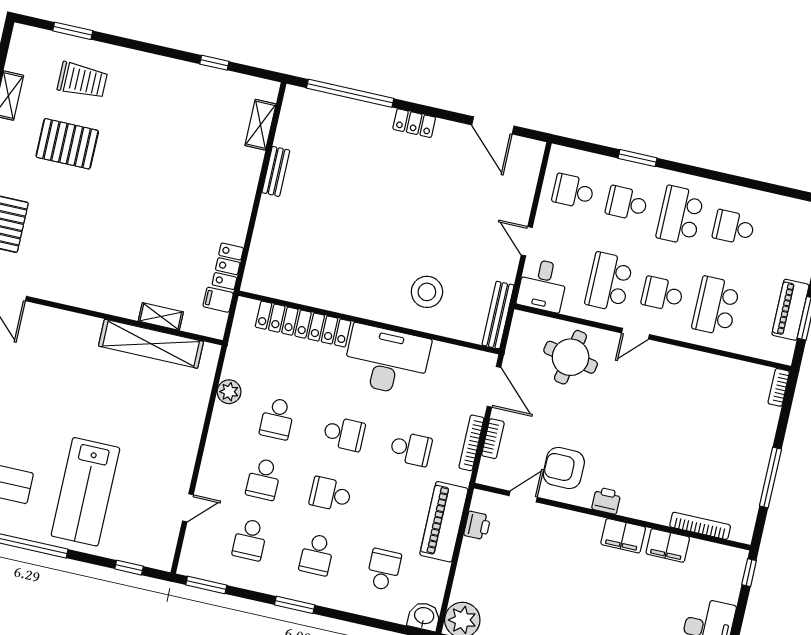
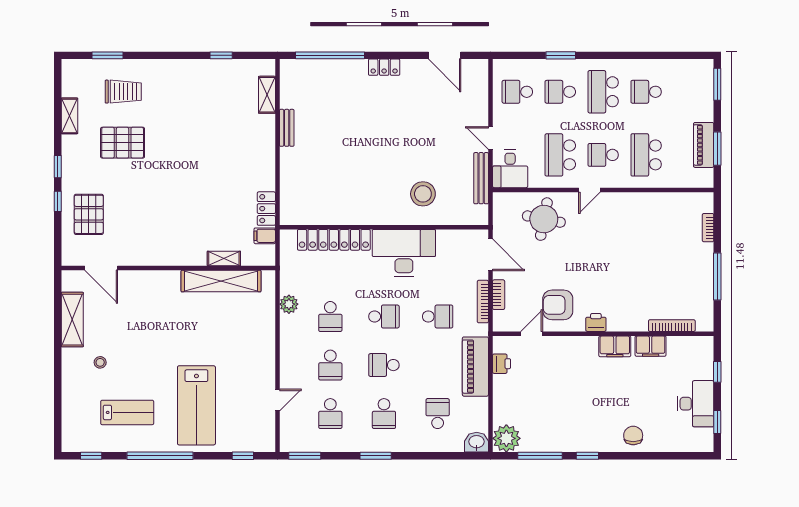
bench: (498, 315) -> (481, 178), moved
bookcase: (779, 387) -> (708, 228), moved
window: (749, 573) -> (717, 372), moved

